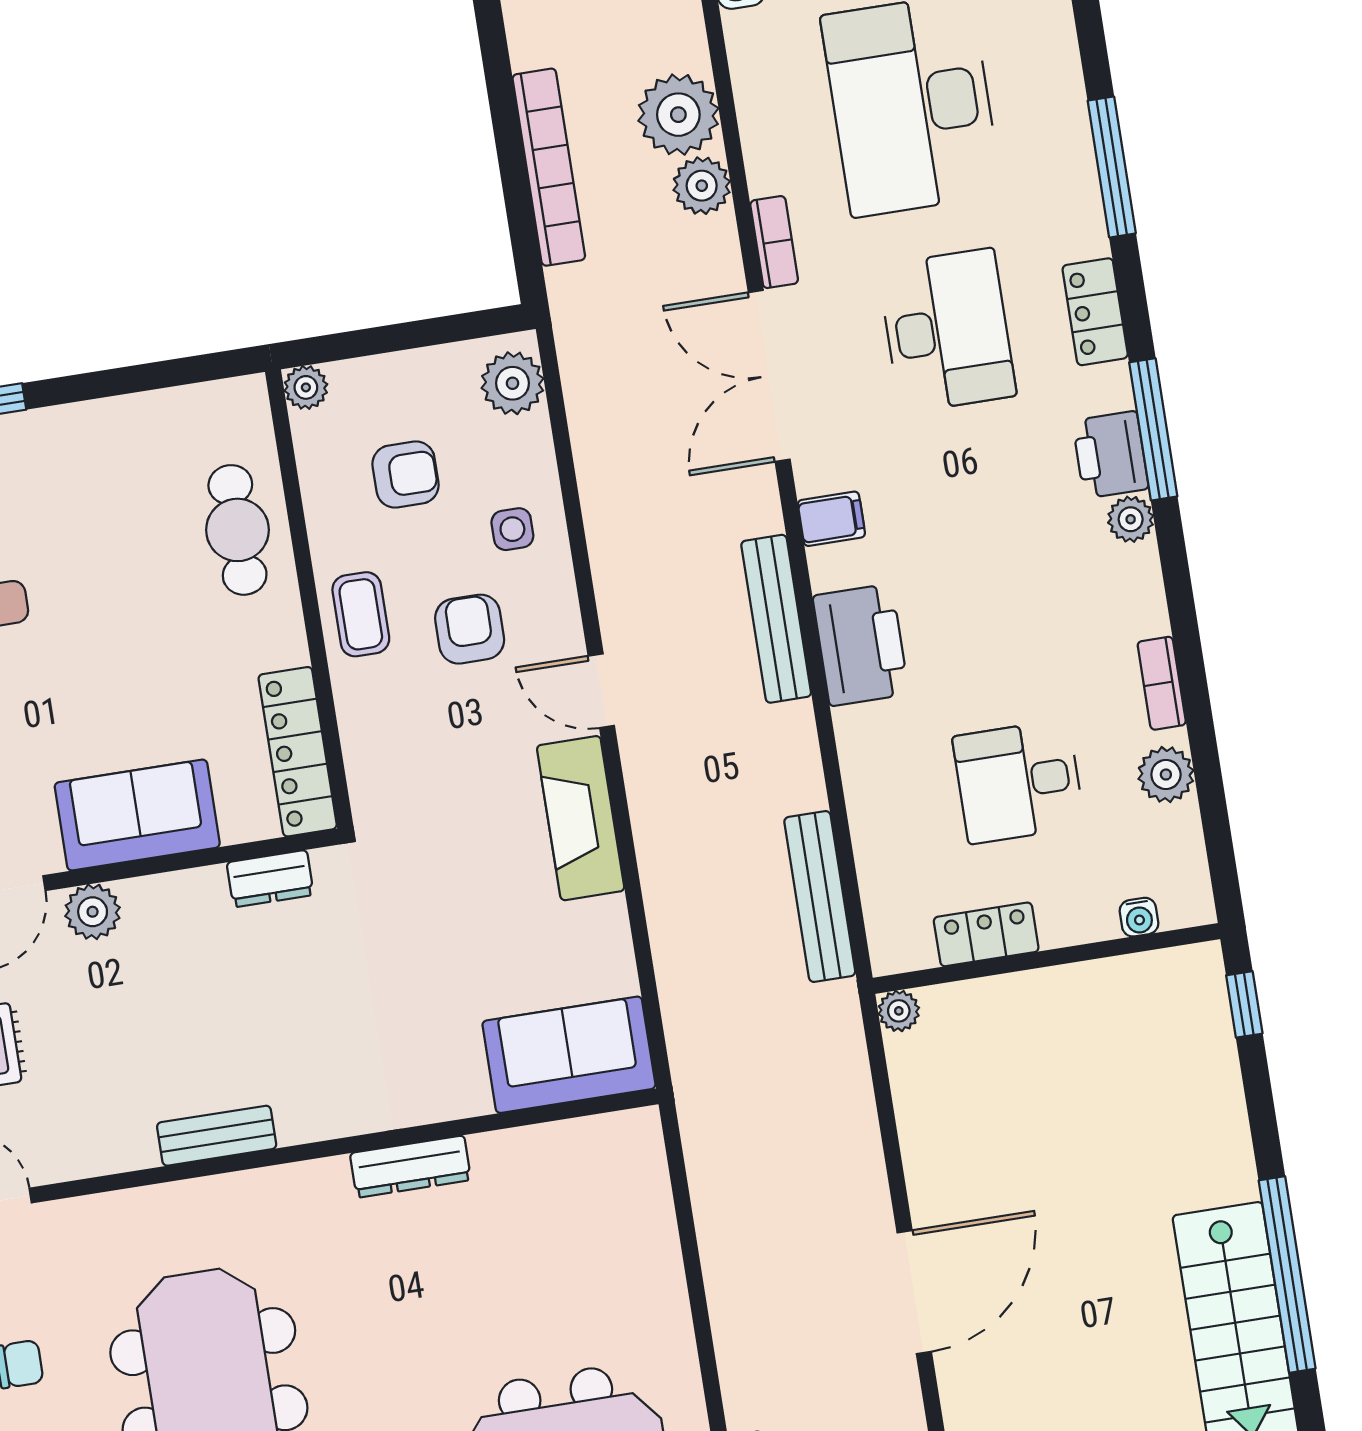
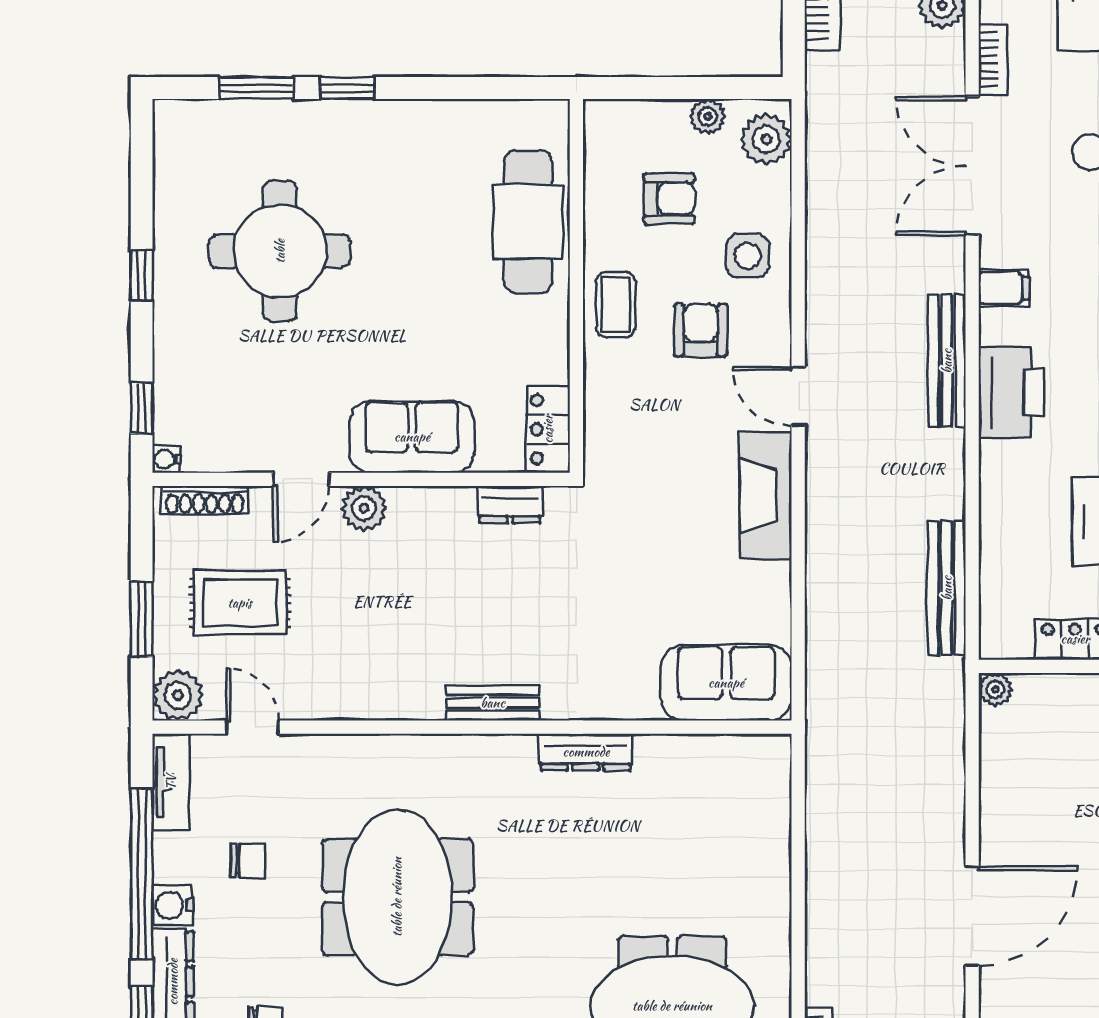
plant: (306, 387) -> (708, 117), moved
side table: (512, 529) -> (748, 256), width x1.37, depth x1.37
cafe table: (237, 530) -> (528, 222), width x1.37, depth x1.35
locker: (298, 752) -> (548, 429), width x0.66
bench: (217, 1136) -> (493, 703), moved

